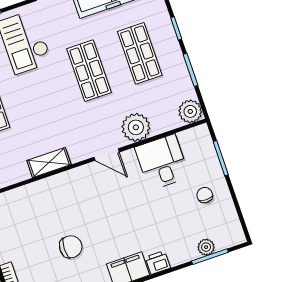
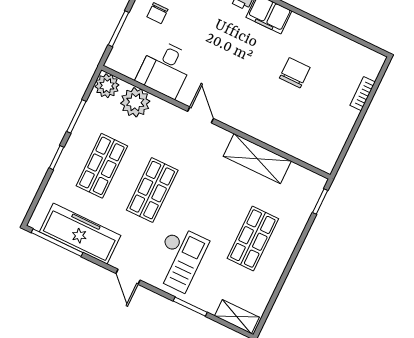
plant: (136, 127) -> (135, 102), moved
shelving: (49, 163) -> (257, 159), width x1.50, depth x1.33
chair: (71, 247) -> (295, 73), turned 90

